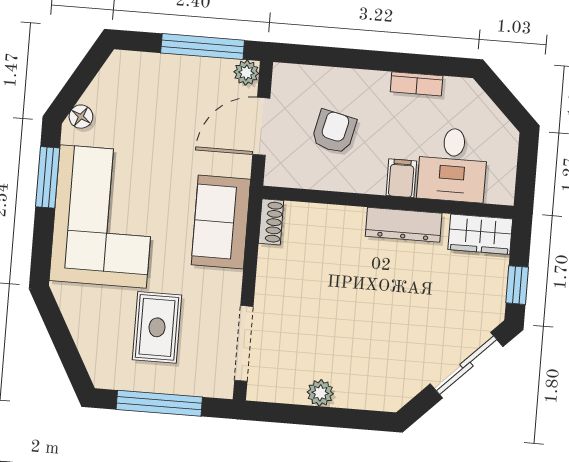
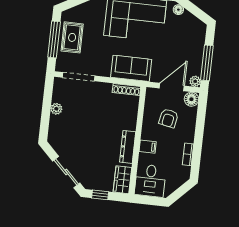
floor lamp: (288, 80) -> (191, 99), added
door: (261, 126) -> (172, 87), hinge flipped
armchair: (334, 132) -> (169, 118), turned 88
desk: (453, 165) -> (150, 181), moved, turned -90
shoe rack: (271, 222) -> (126, 90), width x1.43
rug: (157, 327) -> (72, 37), moved, turned 90

